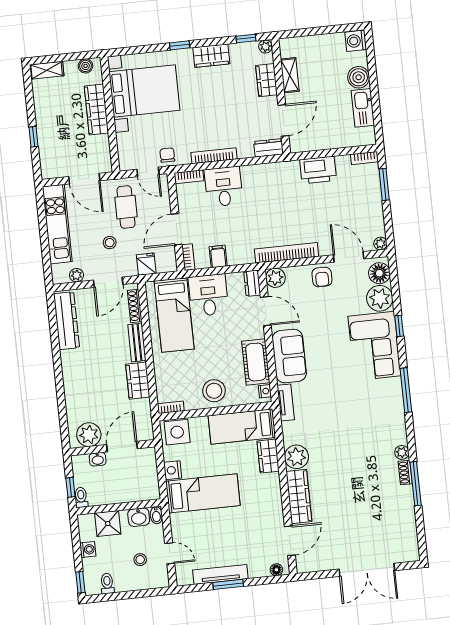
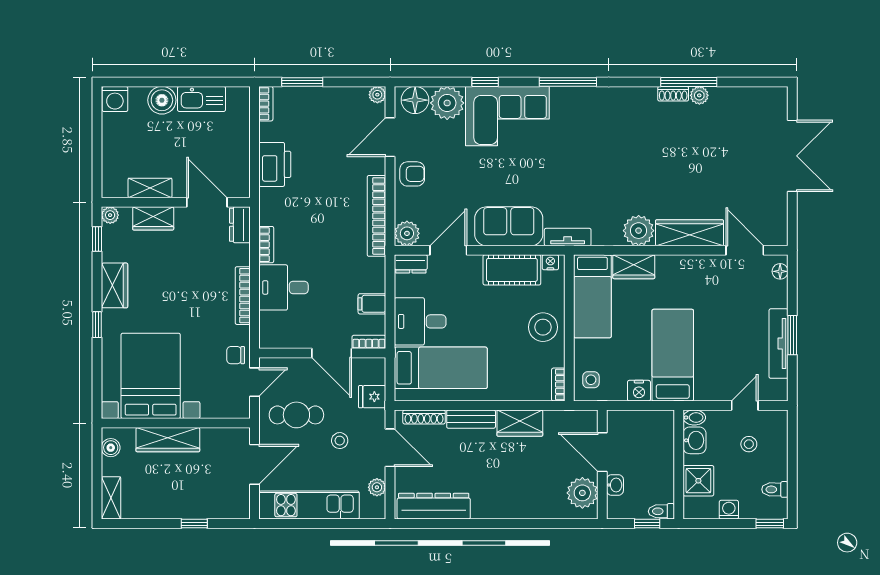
bookcase: (189, 177) -> (266, 245), moved
side table: (177, 432) -> (591, 380), width x0.54, depth x0.54
plant: (402, 452) -> (699, 95), moved

